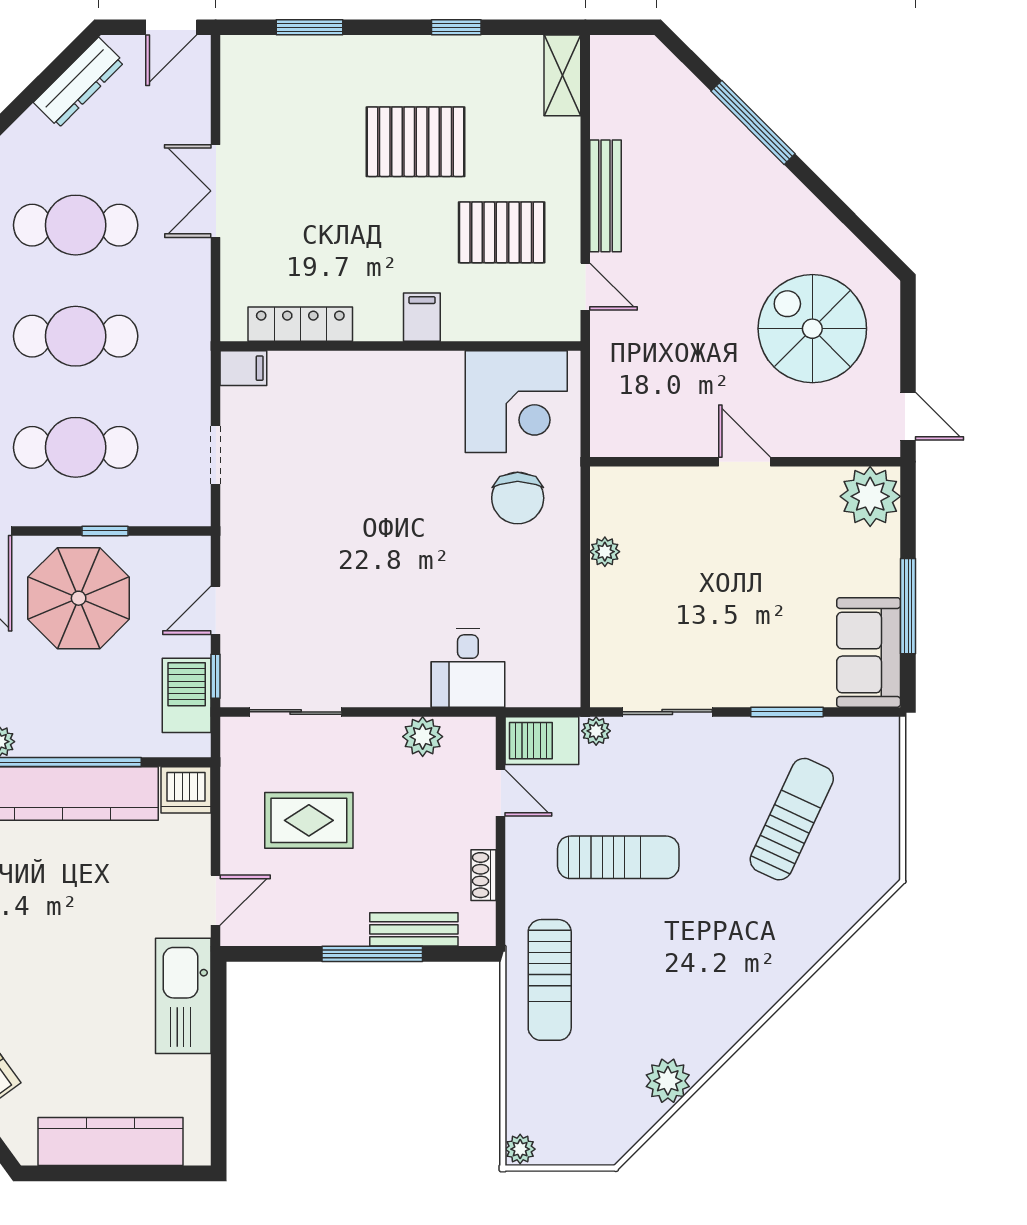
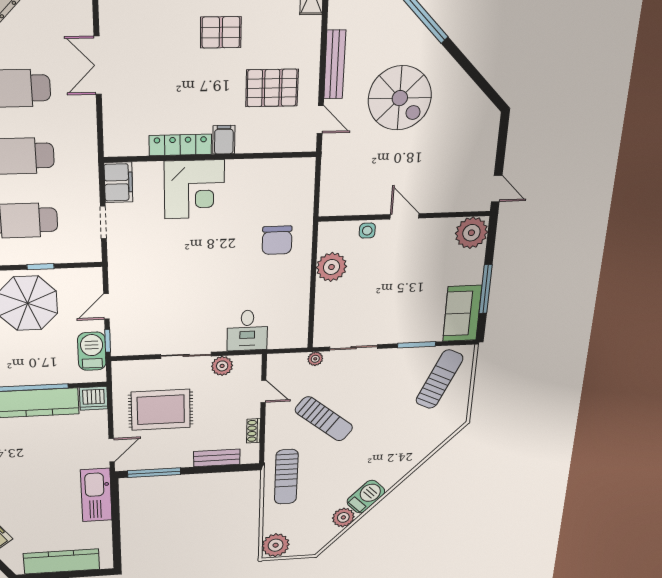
pallet: (415, 142) -> (221, 32), width x0.67, depth x0.71
locker: (300, 324) -> (180, 145), moved
spiral stairs: (812, 329) -> (400, 98), moved, turned 180
filing cabinet: (243, 368) -> (118, 182), width x2.00
corner desk: (516, 402) -> (194, 189), moved
side table: (679, 486) -> (367, 231), added
plant: (605, 552) -> (331, 267), width x1.88, depth x1.88
sliding door: (296, 712) -> (186, 355), moved
barbecue: (542, 741) -> (366, 497), moved, turned 135
sun lounger: (792, 819) -> (439, 379), moved
rug: (309, 820) -> (161, 410), width x1.36, depth x1.43
sun lounger: (618, 857) -> (324, 419), turned 38
window: (372, 954) -> (154, 473), moved
plant: (520, 1149) -> (276, 545), width x1.87, depth x1.87

